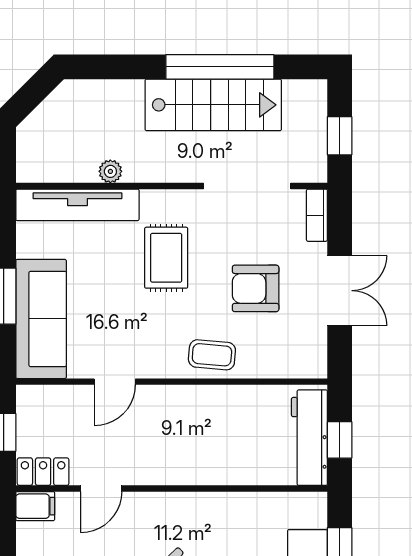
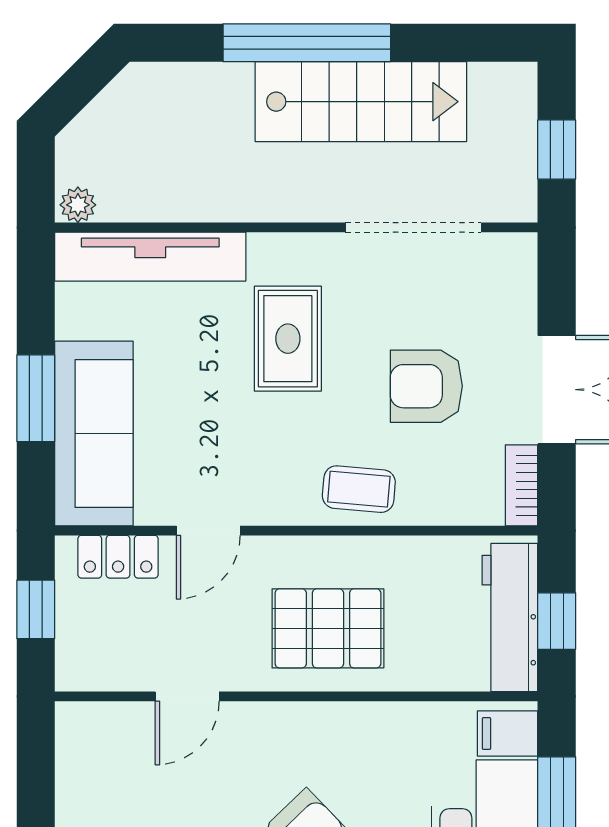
window: (220, 67) -> (307, 43), moved
plant: (110, 171) -> (78, 205), moved
bookcase: (317, 215) -> (522, 485), moved
pallet: (192, 445) -> (328, 628), added
locker: (43, 472) -> (118, 557), moved, turned 180
filing cabinet: (35, 506) -> (508, 734), moved, turned 180

